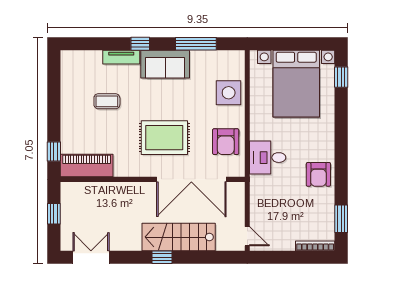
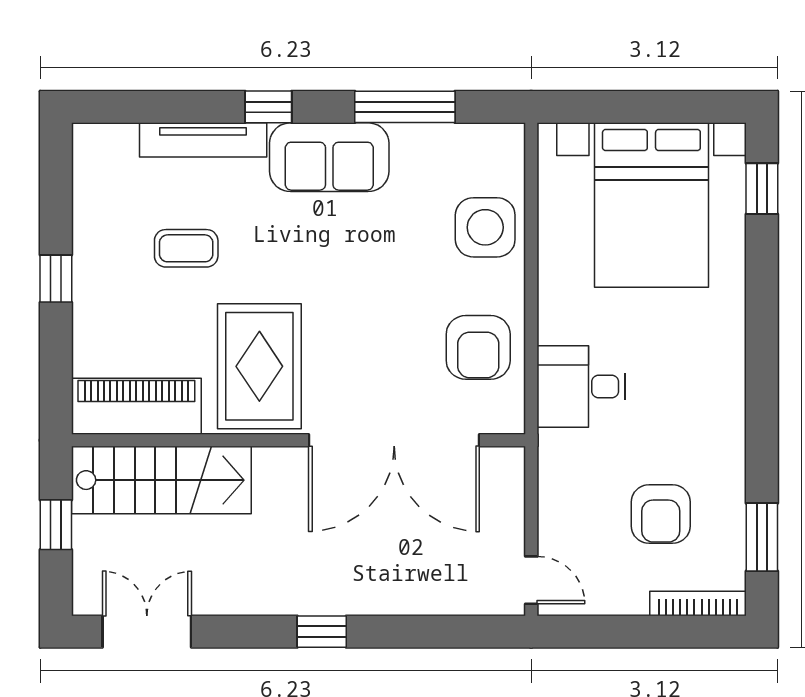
tv unit: (121, 57) -> (203, 140), width x1.41
rug: (164, 138) -> (259, 366), moved, turned 90
window: (54, 152) -> (56, 279), moved
armchair: (318, 174) -> (661, 514), moved
stairs: (179, 237) -> (161, 480), moved, turned 180

